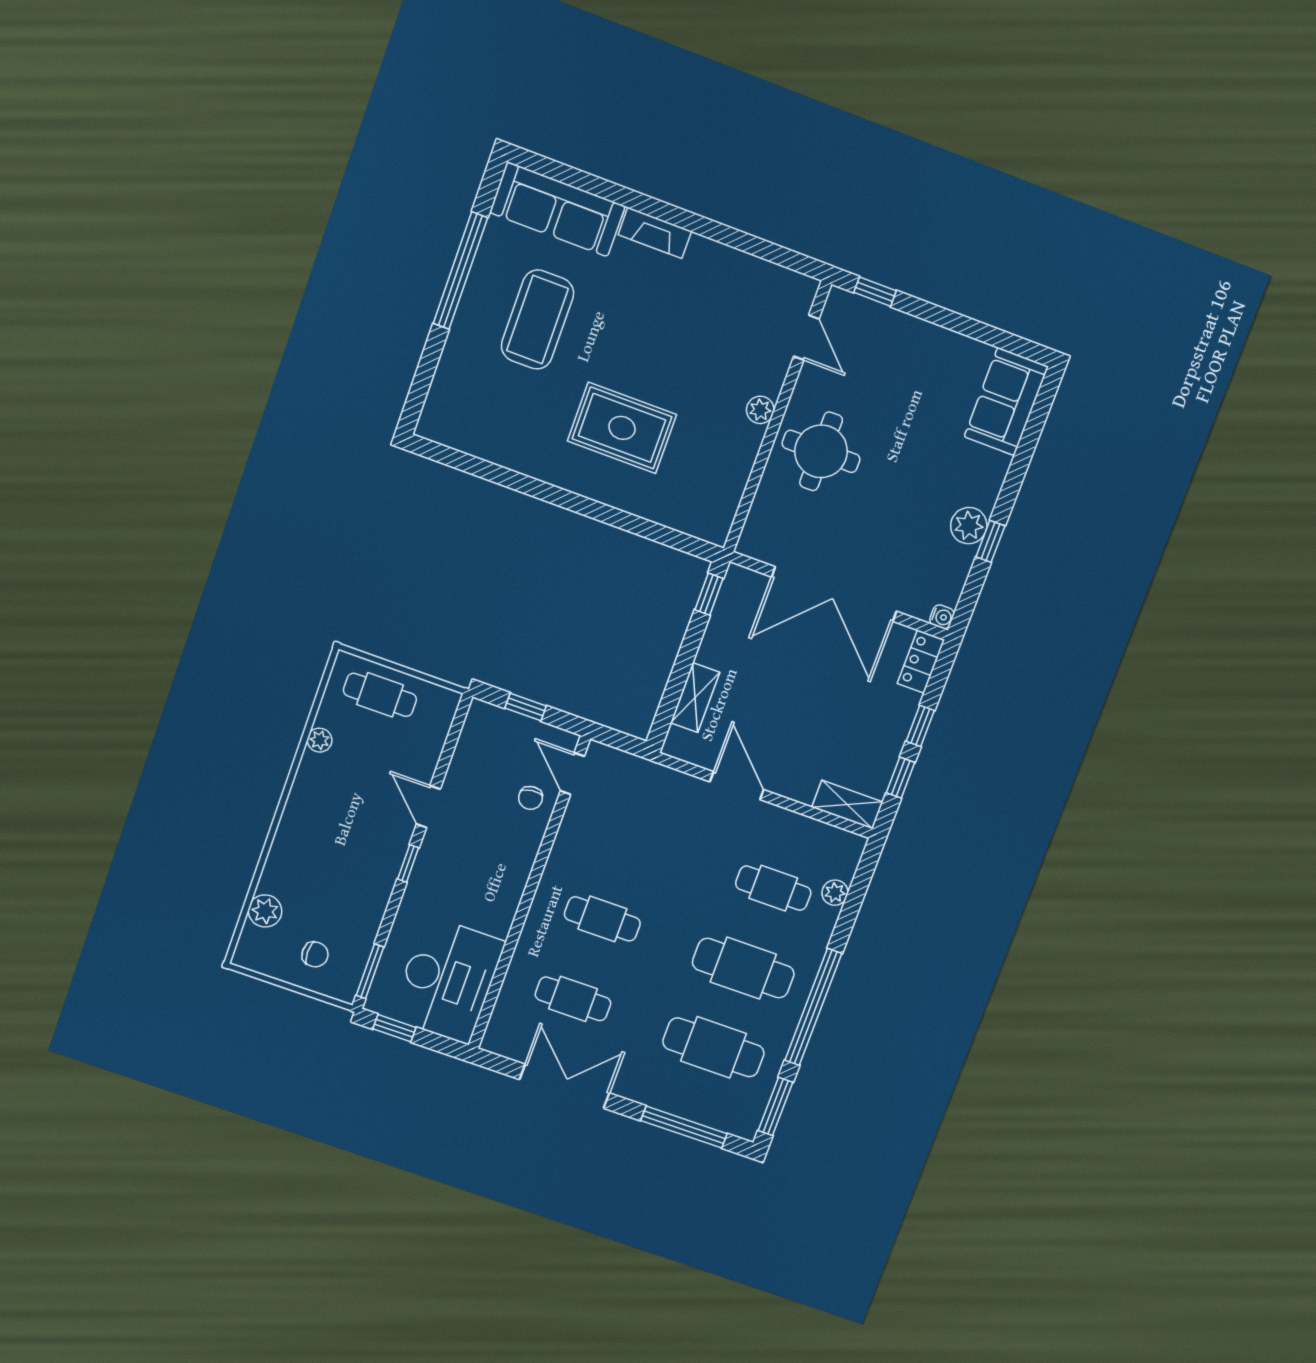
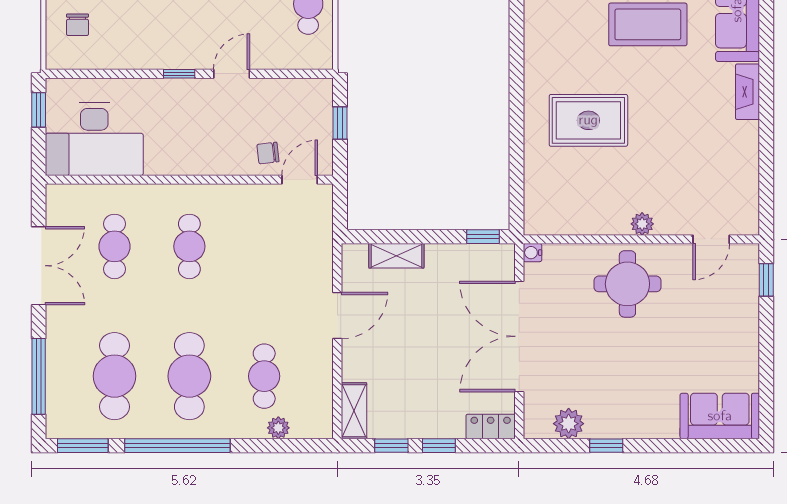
rug: (622, 428) -> (588, 120), turned 90
plant: (969, 526) -> (569, 424), moved
water cooler: (942, 617) -> (532, 253), moved, turned 90
window: (370, 971) -> (79, 74), removed

